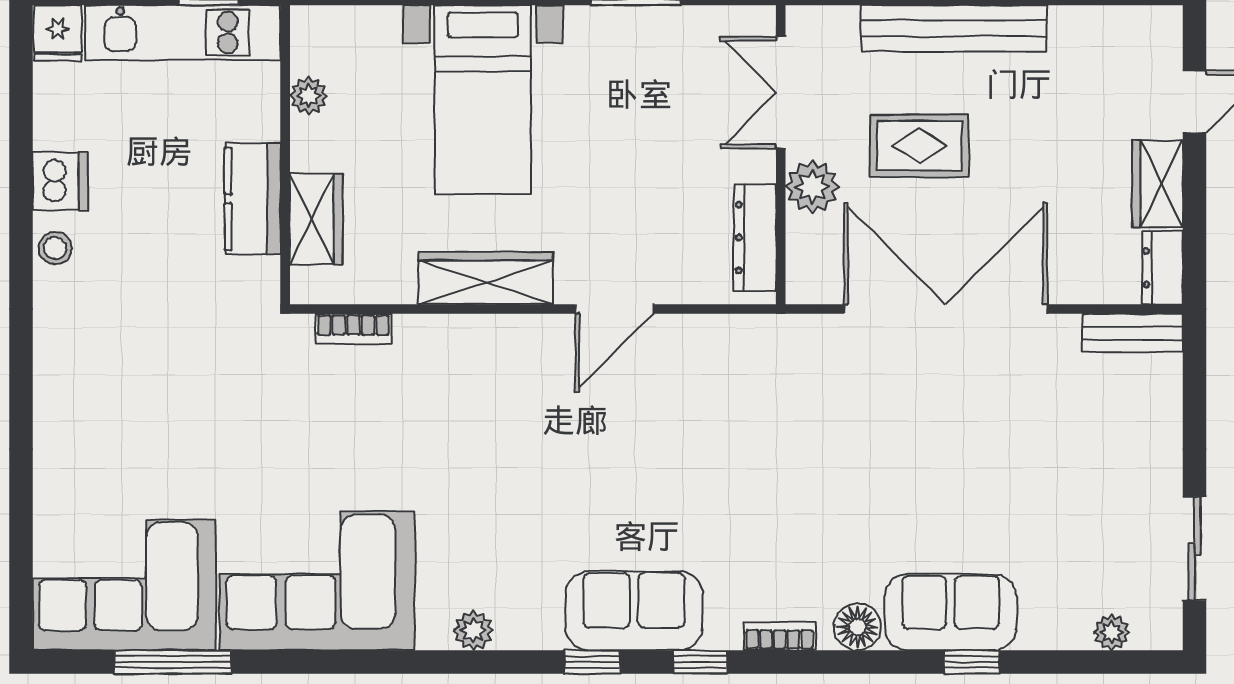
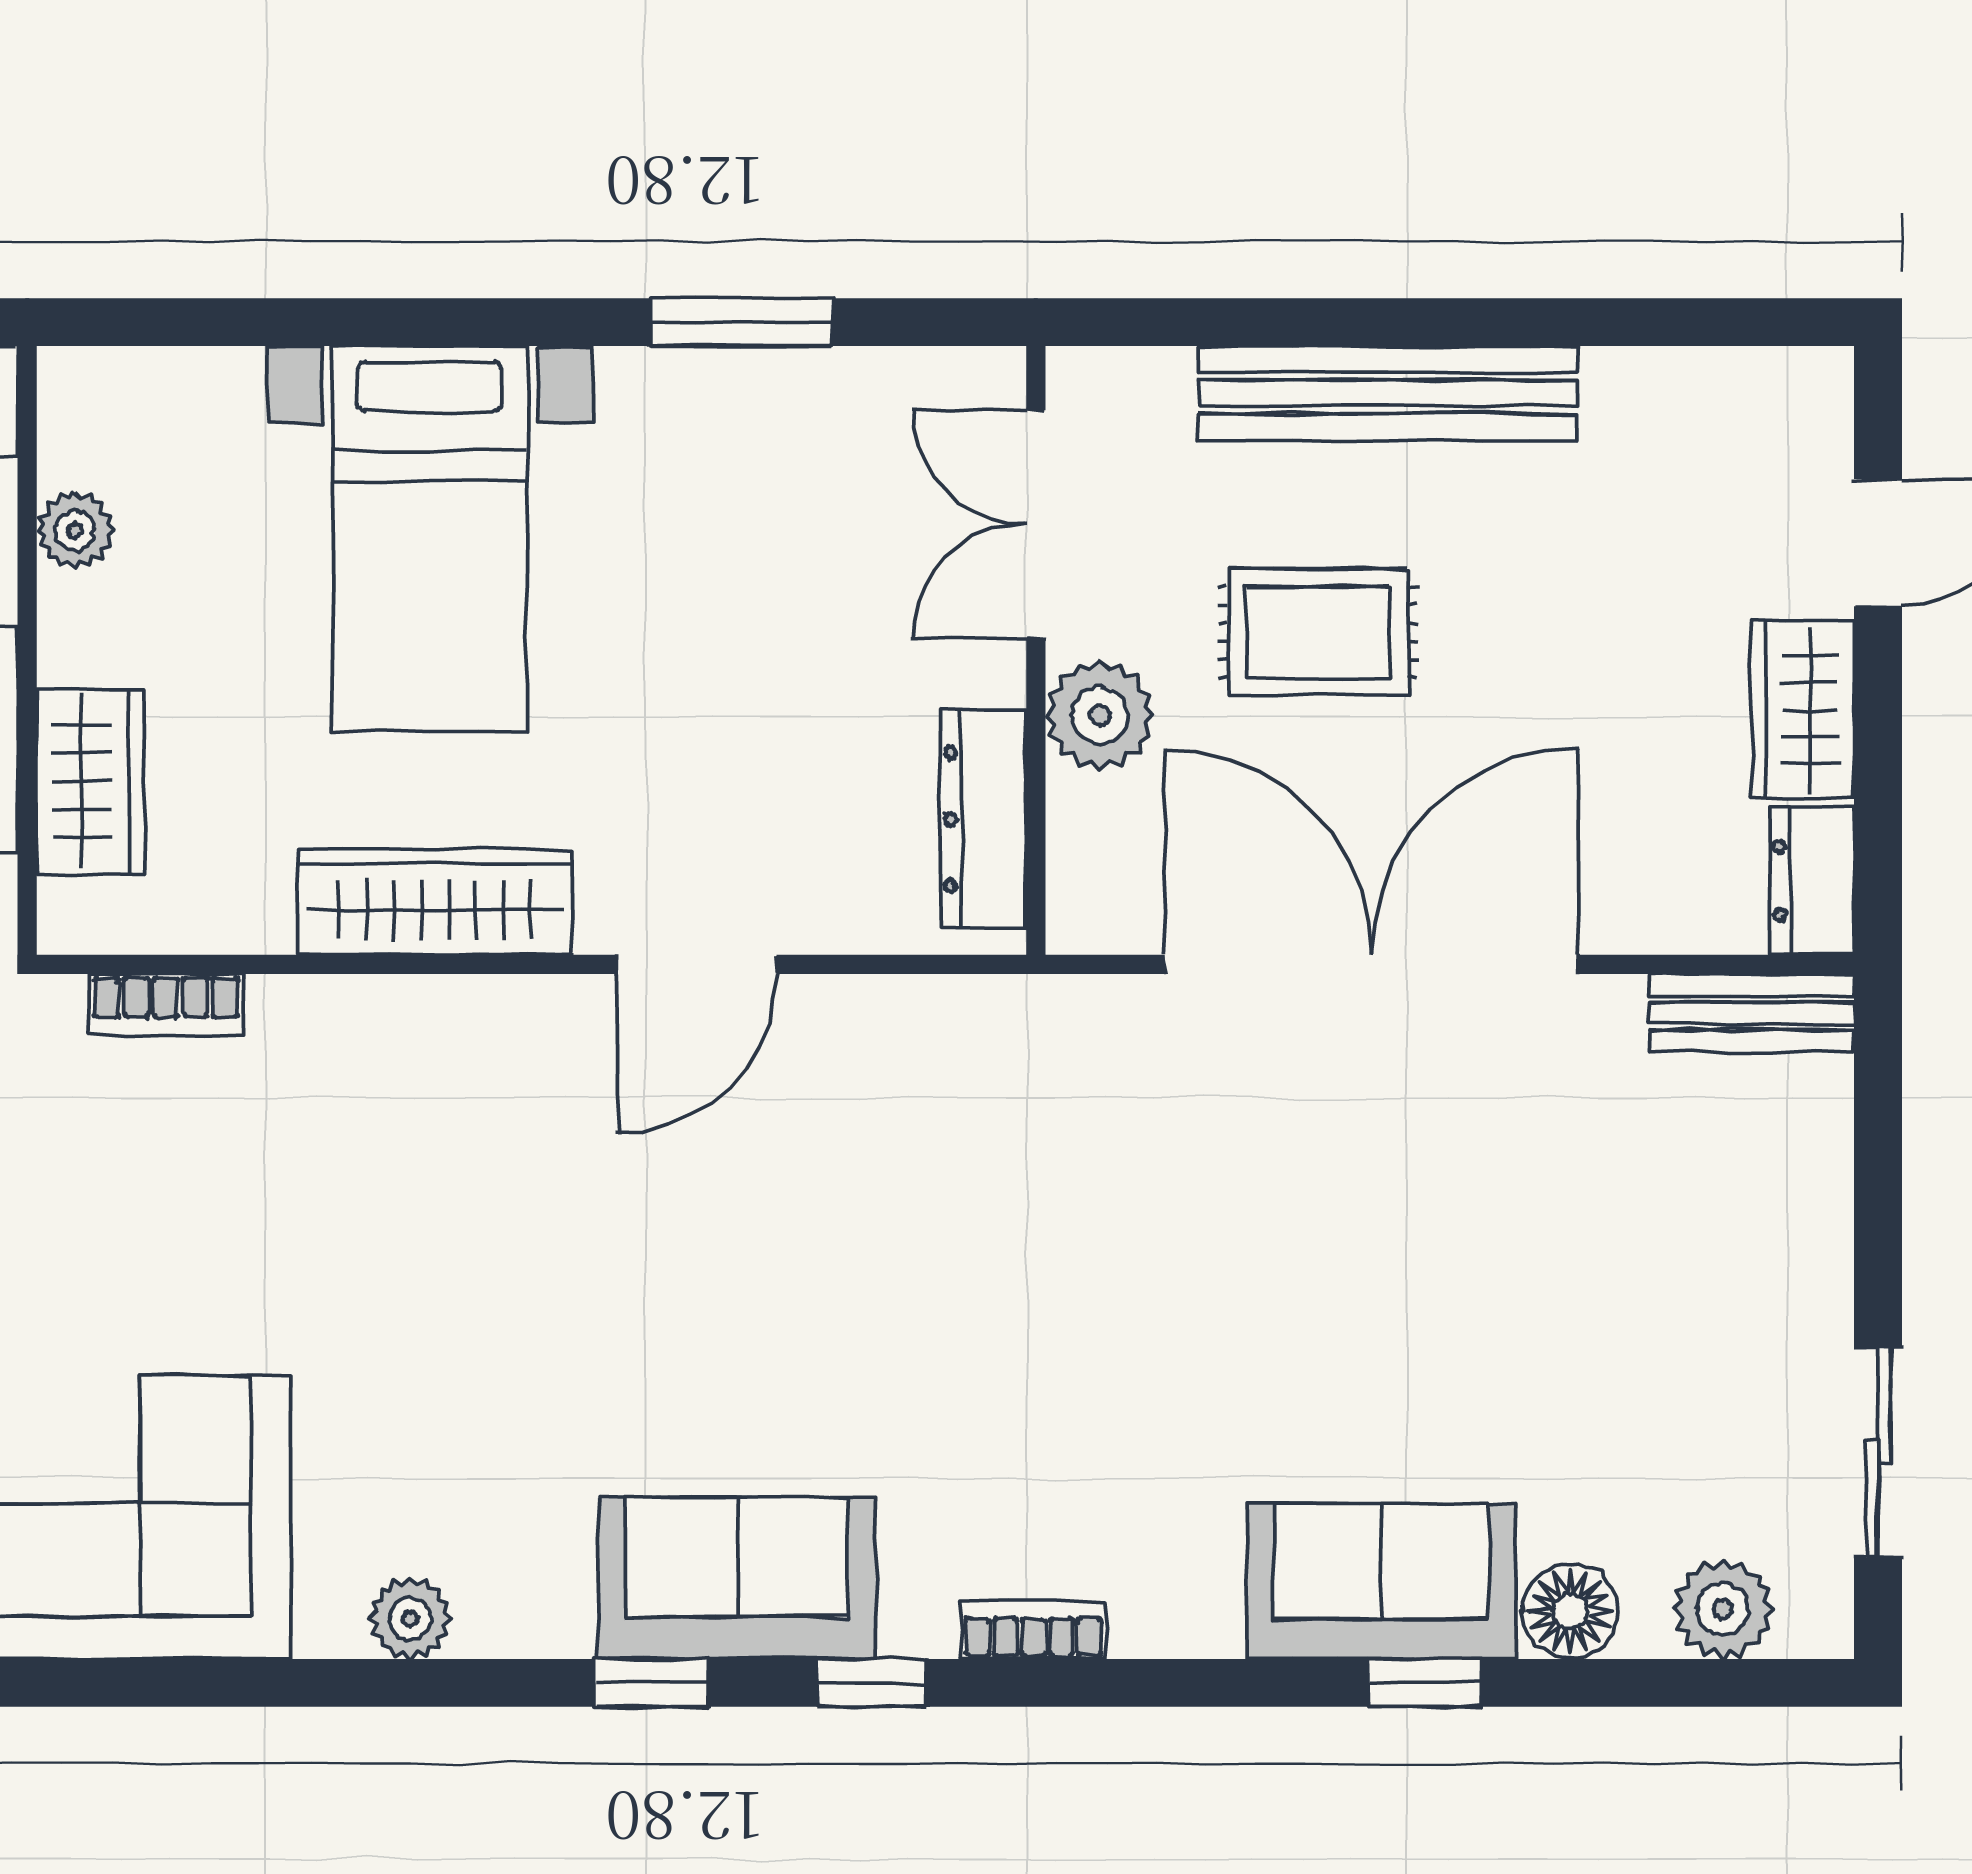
floor lamp: (857, 627) -> (1570, 1611), moved
plant: (1112, 632) -> (1723, 1609), width x1.38, depth x1.38

